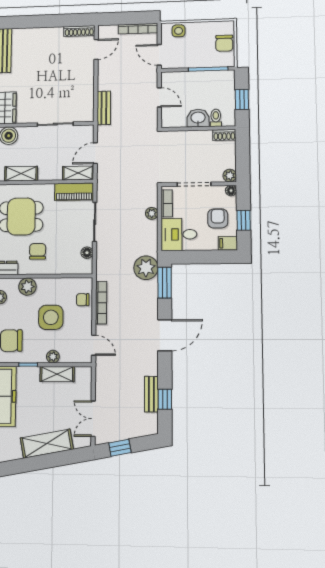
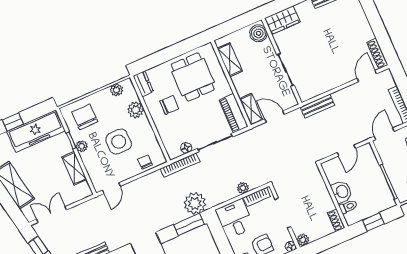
door: (96, 49) -> (367, 76), swing flipped
bookcase: (101, 303) -> (180, 165), moved
plant: (53, 357) -> (82, 146), moved

